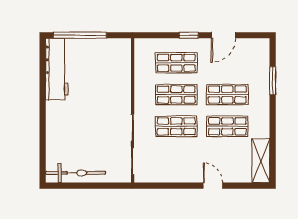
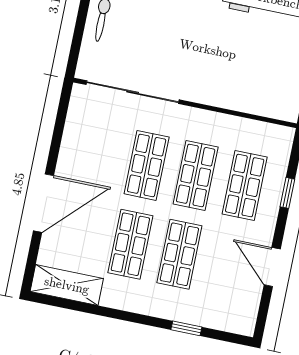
window: (189, 35) -> (287, 193), moved
window: (273, 81) -> (186, 328), width x0.67
door: (213, 186) -> (43, 203), width x1.88

